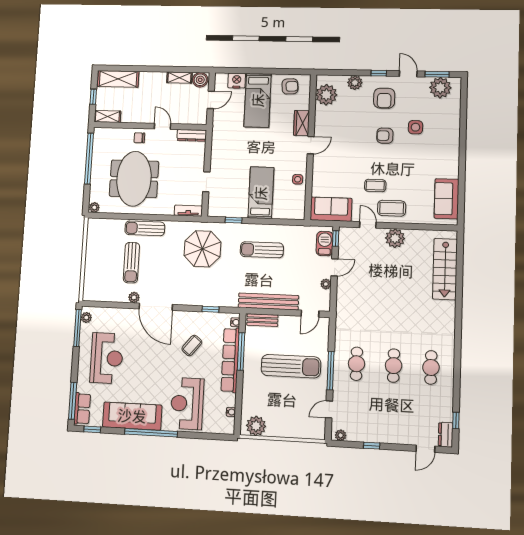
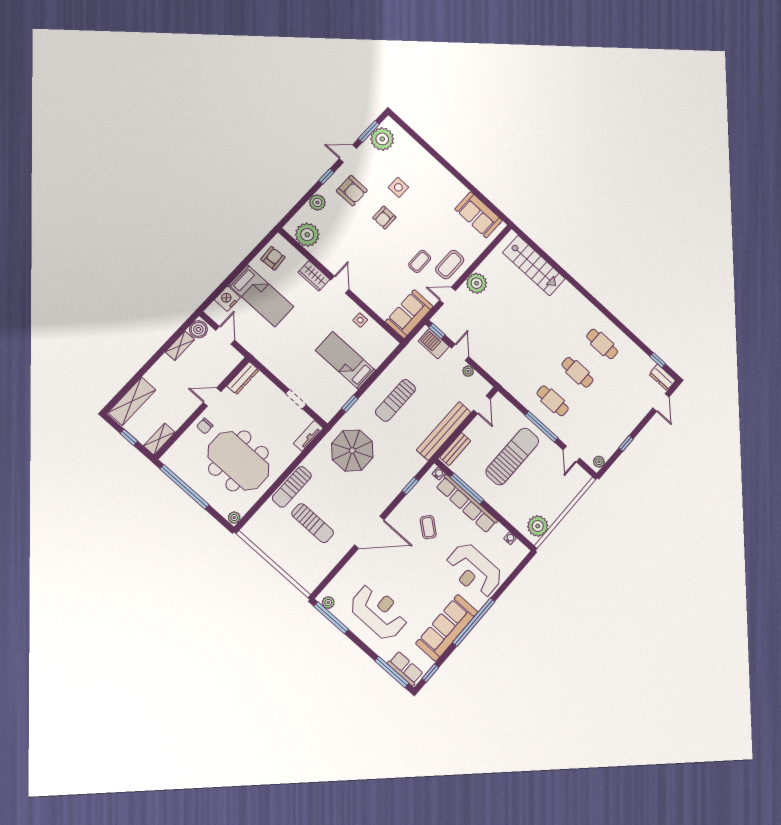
plant: (134, 297) -> (345, 545), removed

